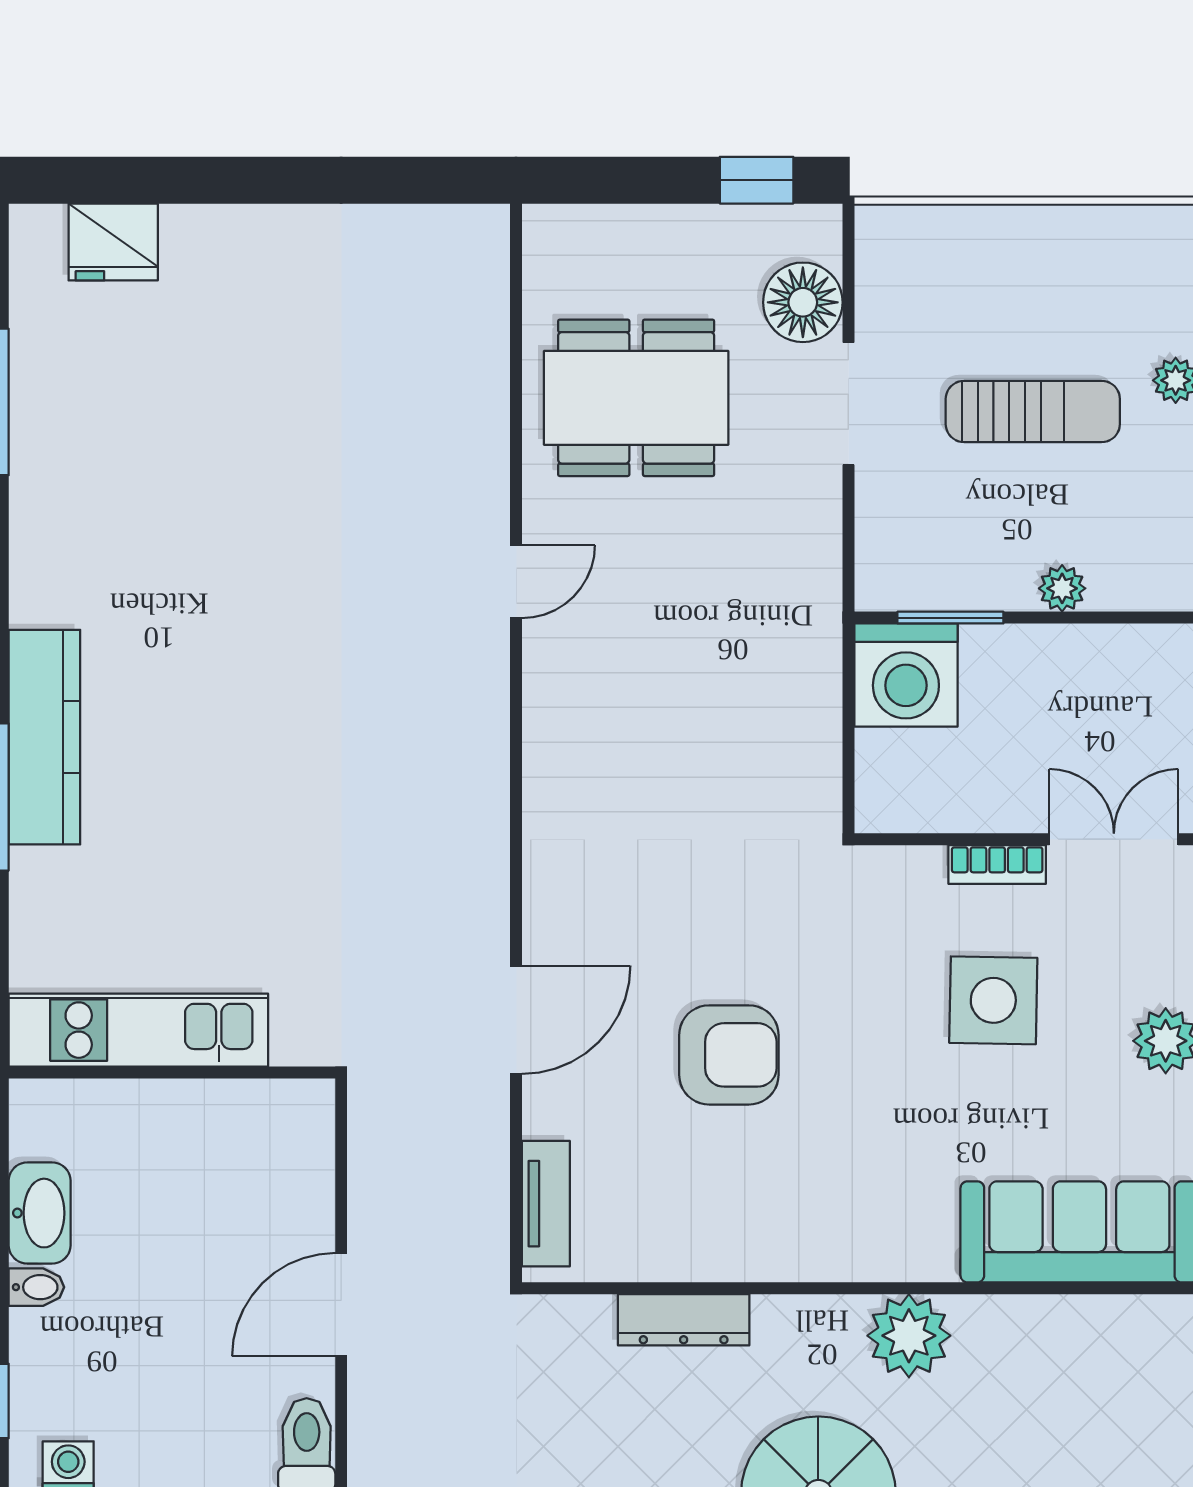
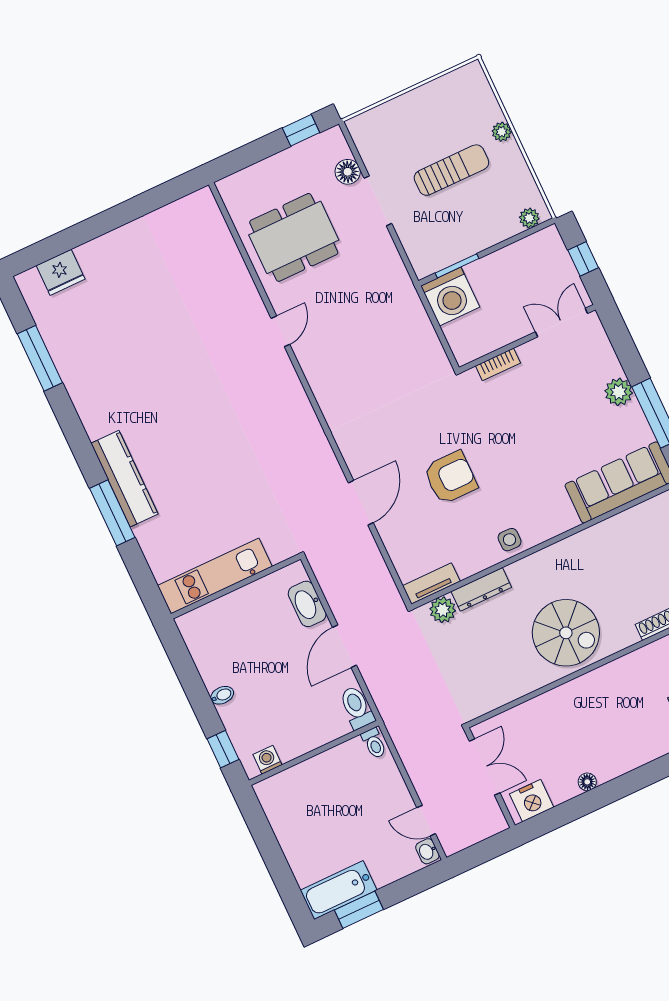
floor lamp: (803, 302) -> (348, 172), width x0.73, depth x0.73
plant: (1062, 588) -> (529, 218), moved
bookcase: (997, 864) -> (498, 364), moved
side table: (993, 1000) -> (510, 540), moved, width x0.54, depth x0.54
tv unit: (546, 1204) -> (431, 584), moved, turned -90
washbasin: (40, 1213) -> (307, 604), moved, turned 180
plant: (909, 1336) -> (443, 610), moved, width x0.73, depth x0.73

